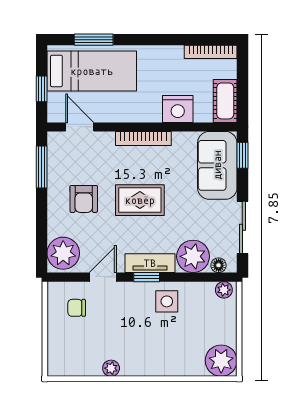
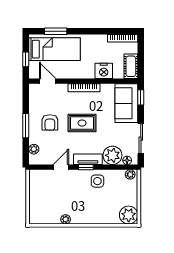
window: (42, 167) -> (26, 126), moved
plant: (63, 253) -> (34, 149), width x0.53, depth x0.53
chair: (77, 308) -> (46, 185), removed

